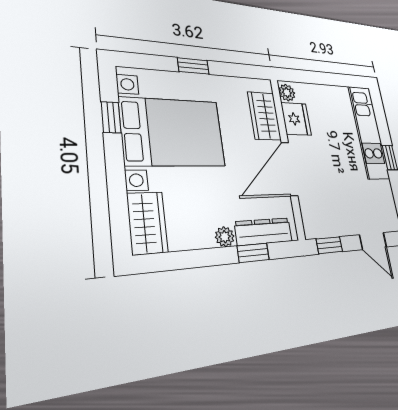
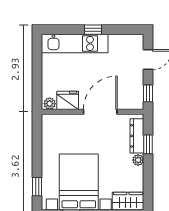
window: (193, 66) -> (37, 187), moved
wardrobe: (264, 116) -> (66, 123), removed
door: (289, 169) -> (100, 112), swing flipped

